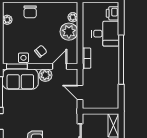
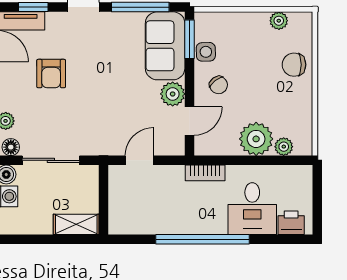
door: (60, 66) -> (189, 121), hinge flipped

